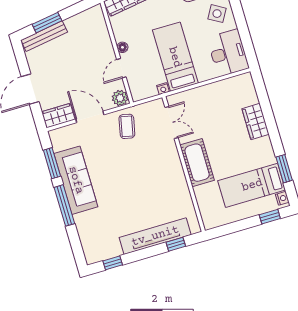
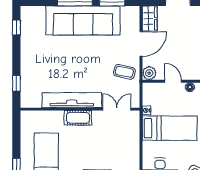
double door: (171, 122) -> (117, 109), swing flipped
cot: (197, 163) -> (78, 118), width x0.73, depth x0.75
sofa: (76, 180) -> (83, 20), width x1.36, depth x1.27
tv unit: (155, 236) -> (72, 100), moved, turned -90

